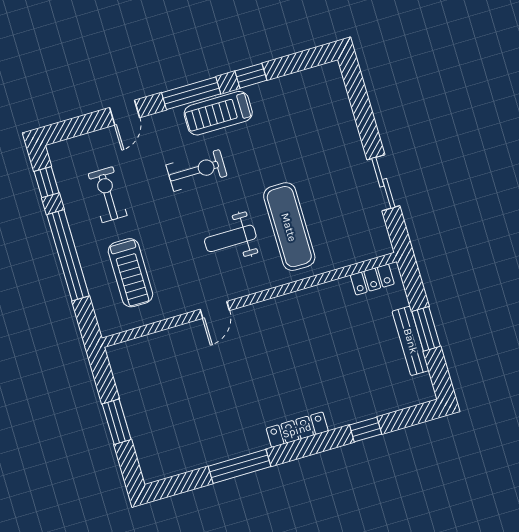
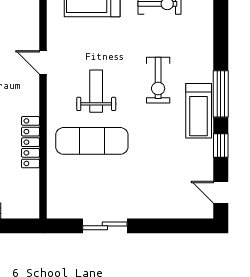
door: (125, 113) -> (221, 192), moved
treadmill: (218, 113) -> (199, 111), turned 180
locker: (372, 280) -> (30, 142), moved, width x1.53

